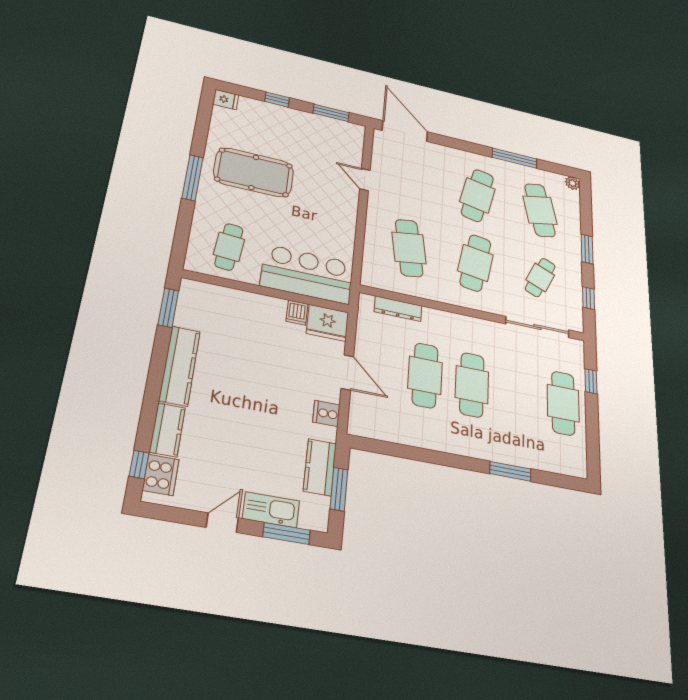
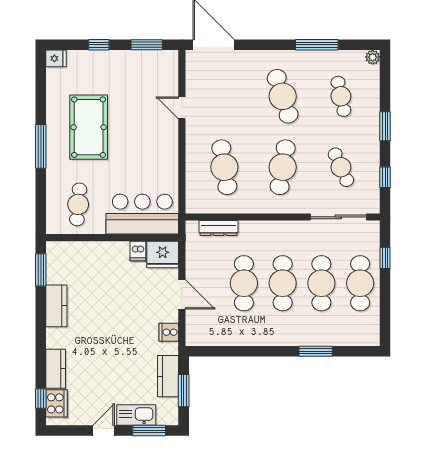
pool table: (254, 172) -> (89, 127), turned 90
cafe table: (477, 195) -> (283, 96), turned -30
cafe table: (540, 210) -> (341, 96), width x0.73, depth x0.74
cafe table: (540, 277) -> (341, 167), turned -48
kitchen counter: (180, 366) -> (56, 306), width x0.67
cafe table: (518, 394) -> (321, 283), added

